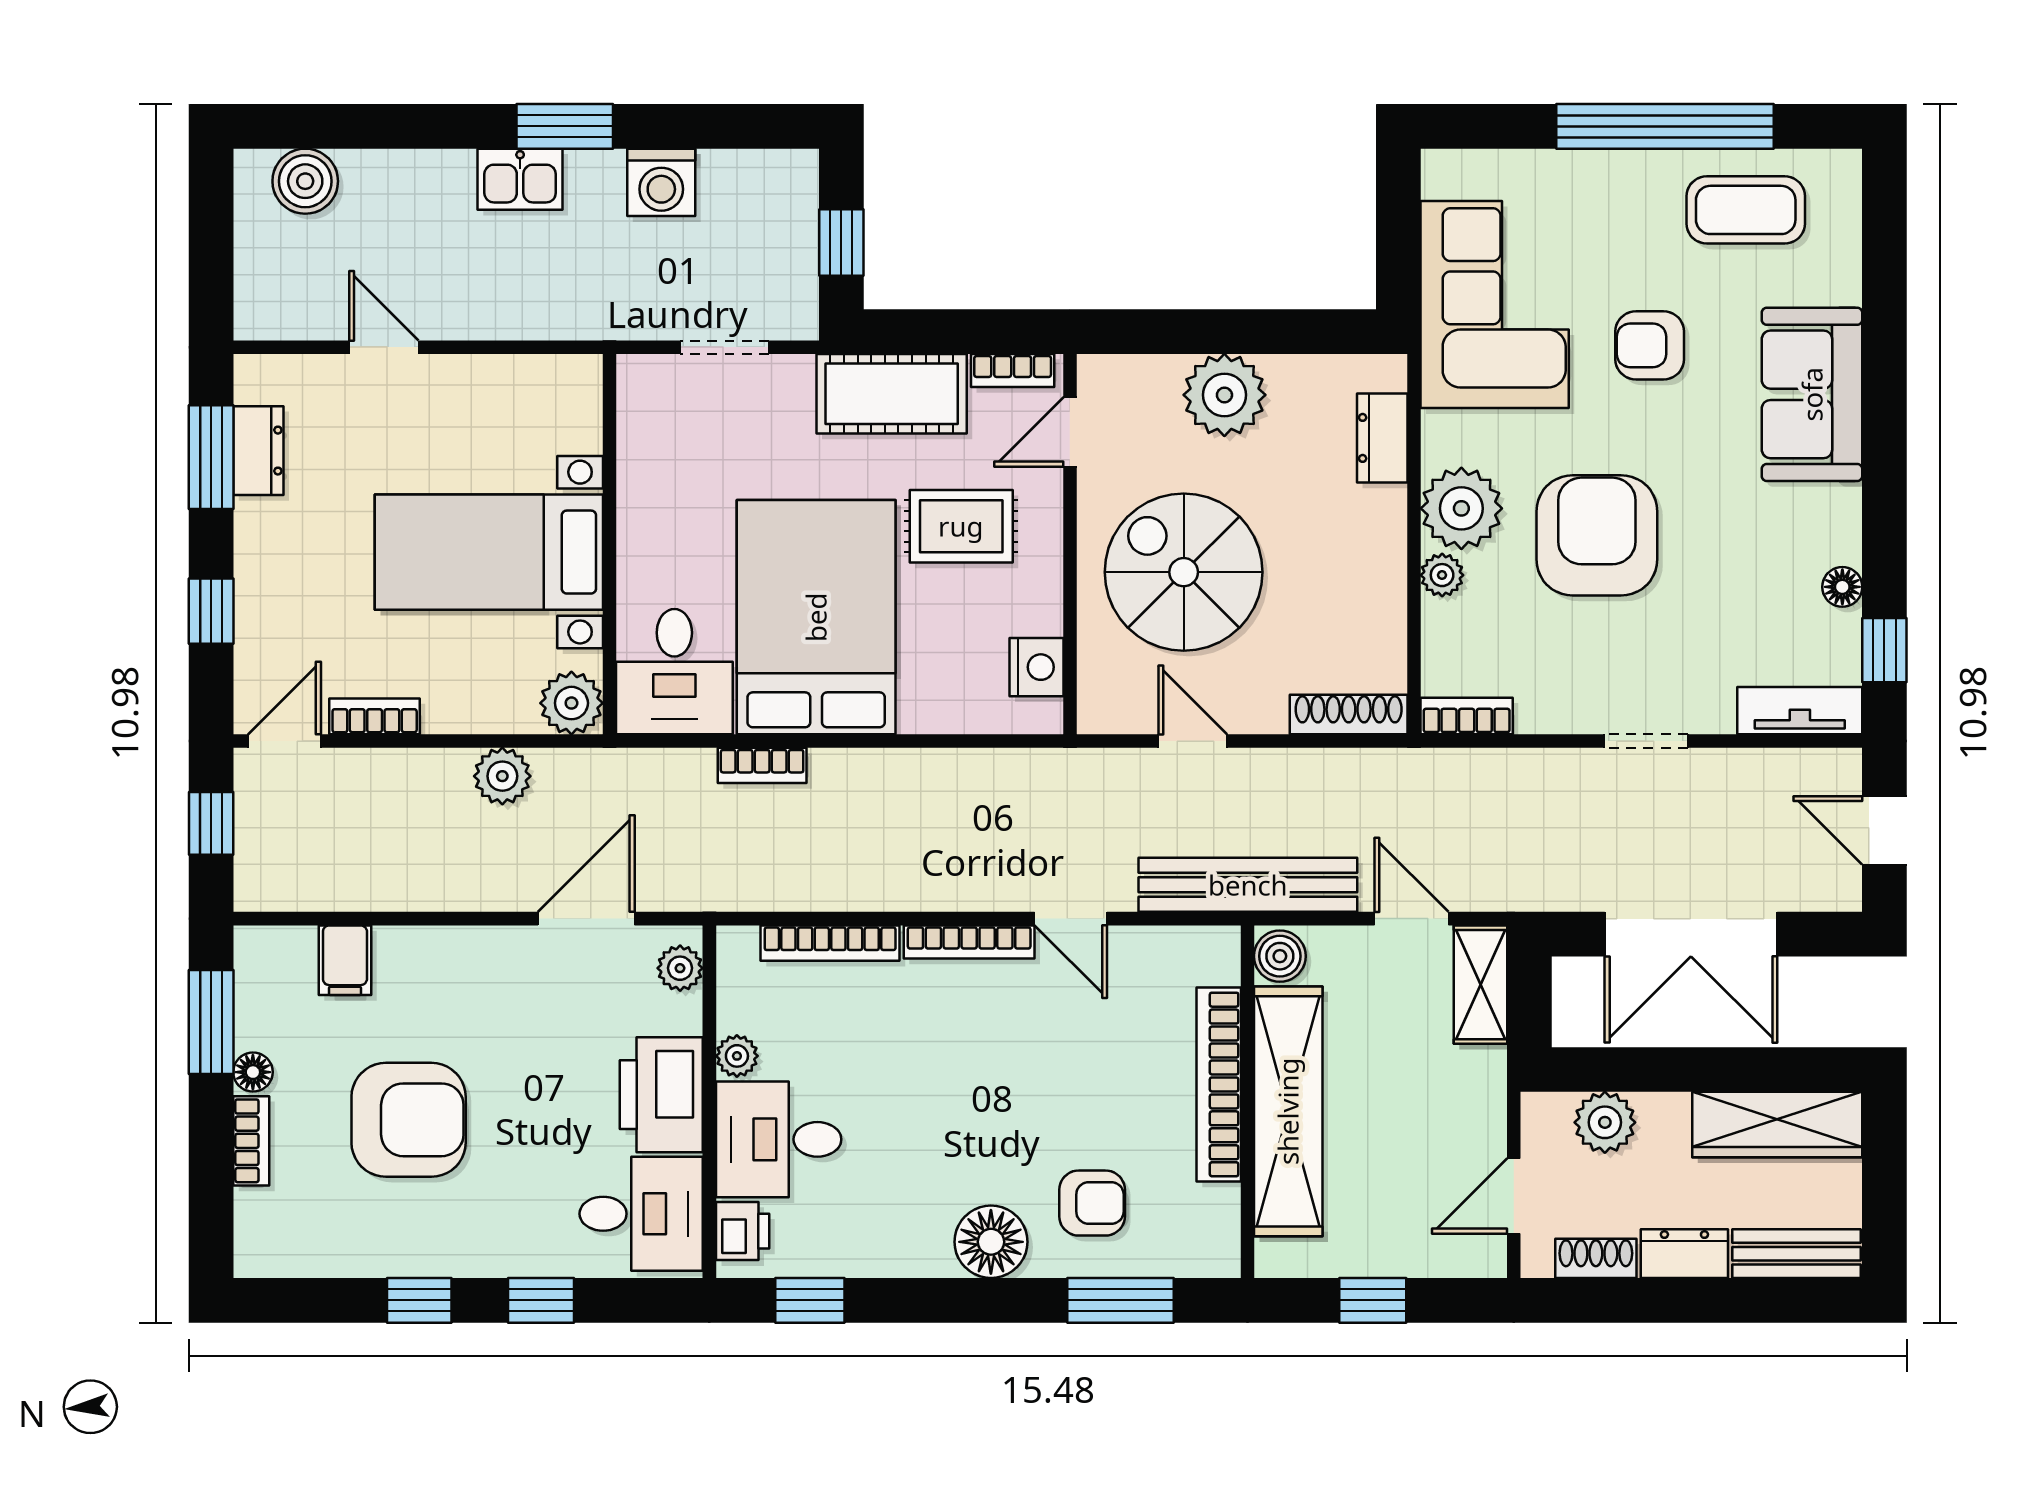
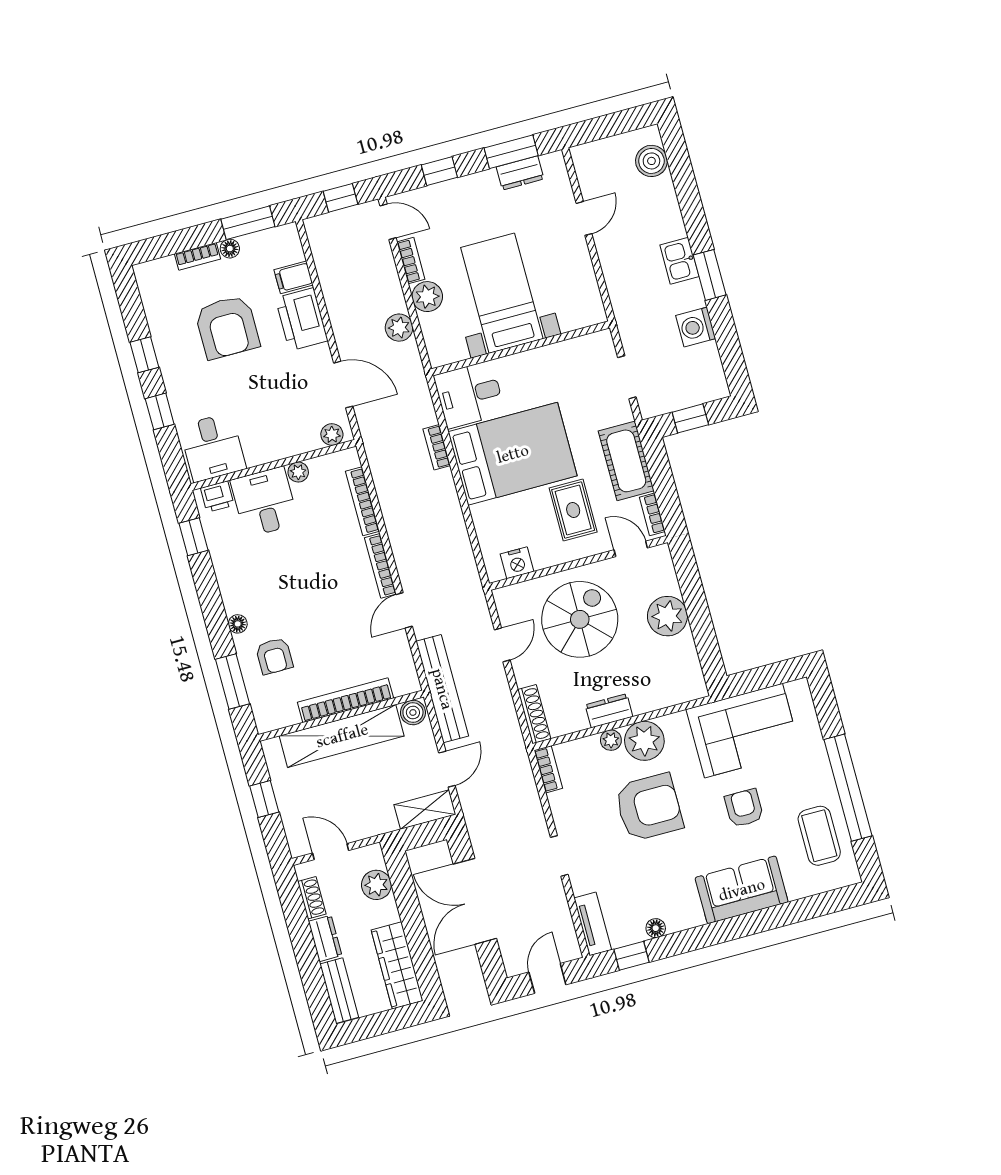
dresser: (1382, 438) -> (609, 711), moved
plant: (571, 703) -> (427, 297), moved
printer: (661, 1095) -> (302, 319), moved, turned -90
floor lamp: (991, 1242) -> (238, 624), width x0.53, depth x0.53

